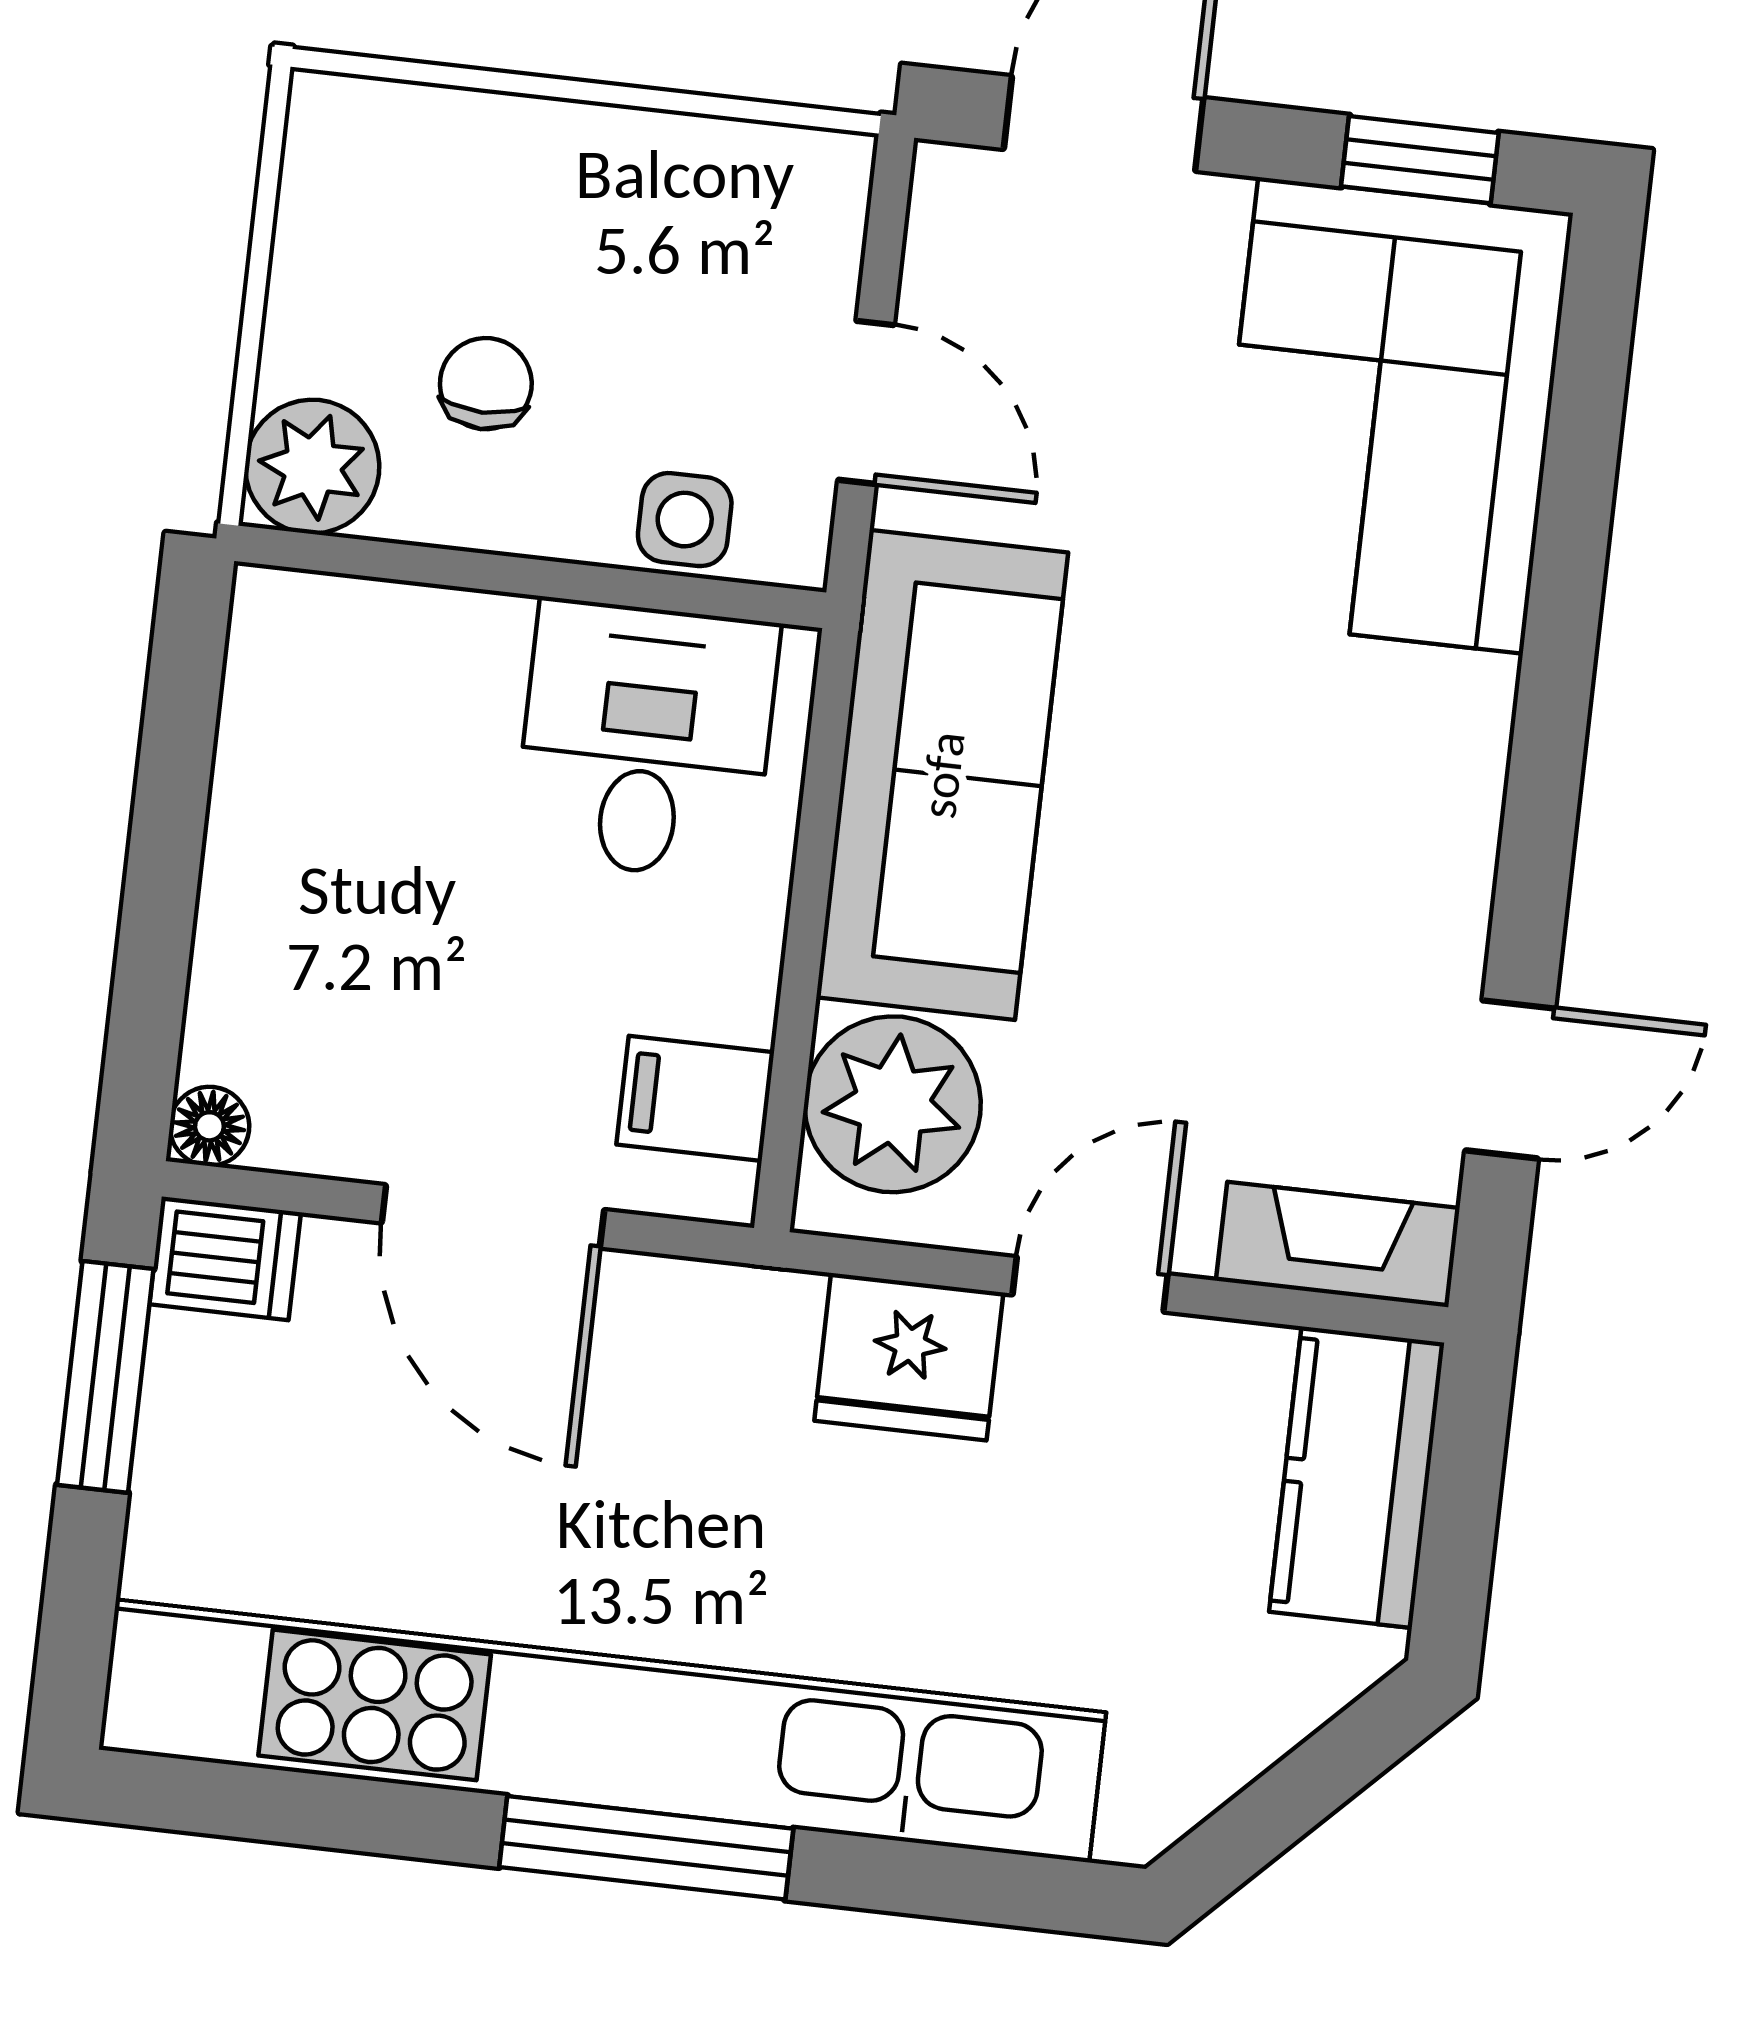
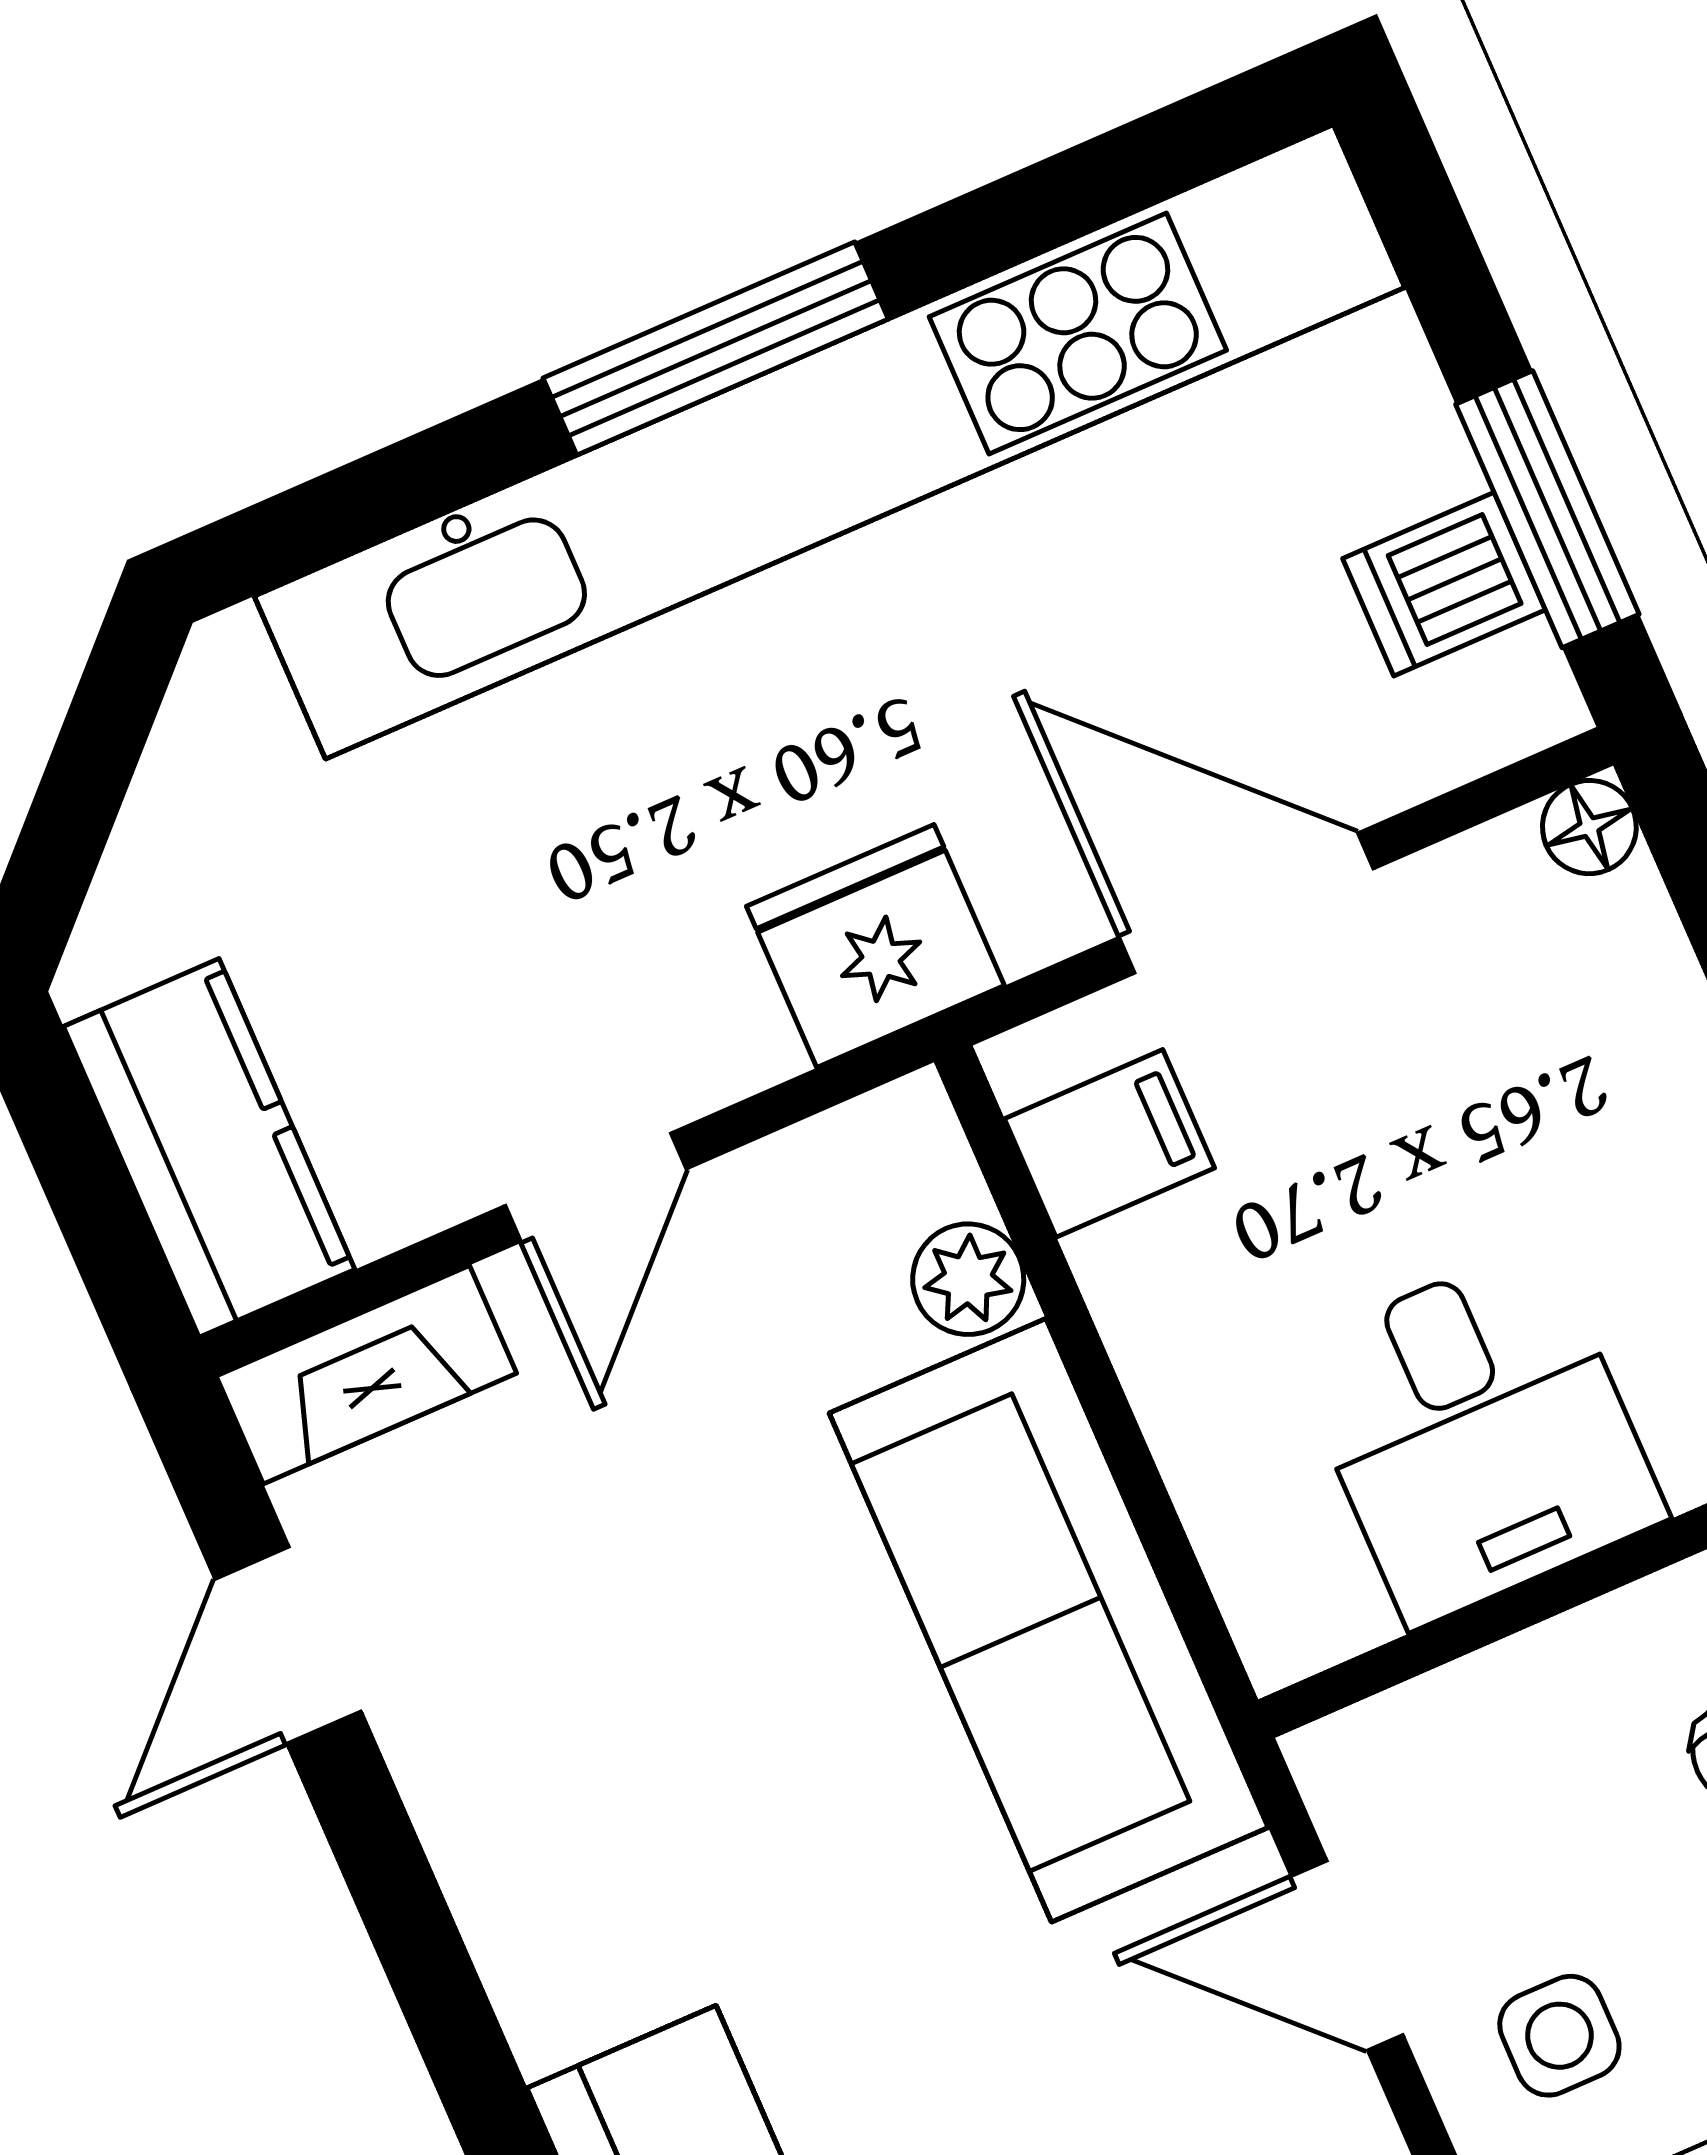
side table: (685, 520) -> (1559, 2036), moved
desk: (646, 740) -> (1478, 1434), moved
plant: (893, 1104) -> (968, 1279), width x0.53, depth x0.53
dishwasher: (225, 1258) -> (1444, 584), moved
fridge: (909, 1357) -> (875, 946), moved

